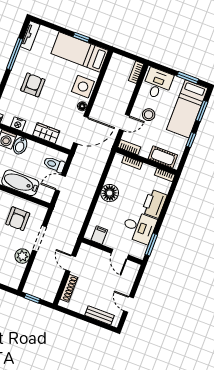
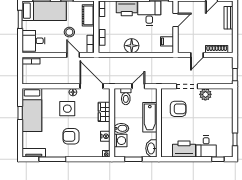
side table: (83, 87) -> (67, 109), moved
stool: (149, 115) -> (69, 32), moved
door: (61, 183) -> (138, 86), swing flipped

